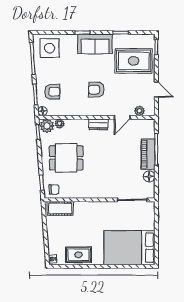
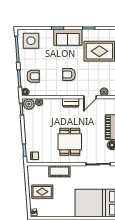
dining table: (66, 158) -> (70, 142), moved, turned 90
cot: (60, 208) -> (59, 171), moved
rug: (78, 255) -> (42, 192), moved

